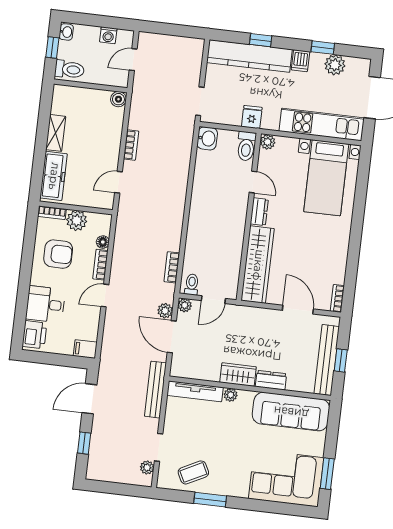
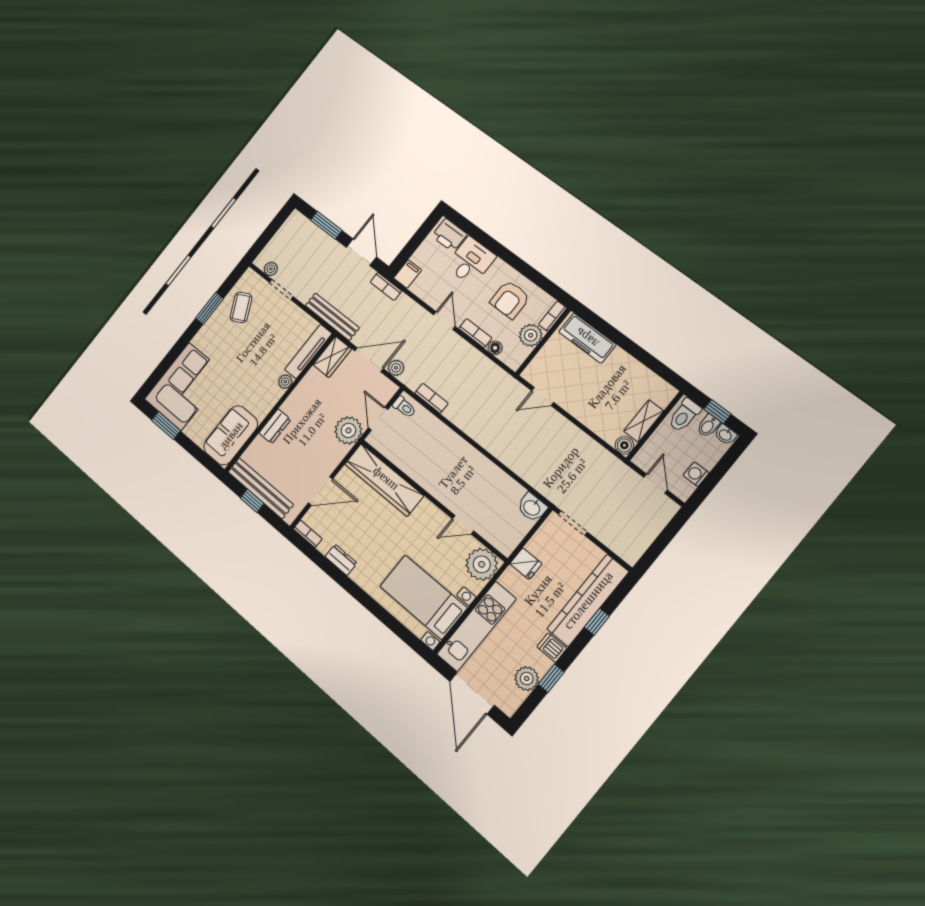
bidet: (67, 48) -> (708, 426), added
shelving: (56, 133) -> (644, 421), moved, turned 90
plant: (268, 142) -> (482, 564), width x1.88, depth x1.88
bookcase: (131, 145) -> (386, 286), moved
toilet: (246, 146) -> (501, 540), removed
door: (118, 182) -> (543, 397), swing flipped
dresser: (259, 212) -> (341, 560), moved, turned 180
plant: (185, 305) -> (348, 430), moved, width x1.88, depth x1.88
wardrobe: (238, 375) -> (332, 357), moved
sofa: (291, 412) -> (231, 435), width x0.73
window: (84, 443) -> (326, 225), width x1.50

